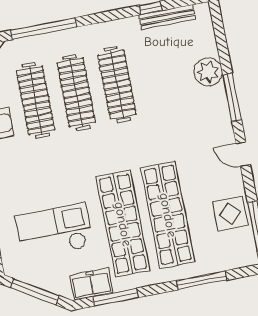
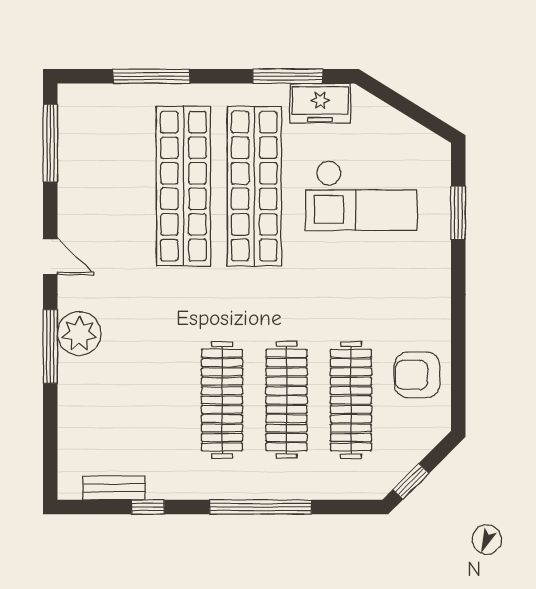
bench: (167, 17) -> (114, 488), width x0.73
window: (44, 29) -> (261, 507), moved
plant: (208, 72) -> (79, 334), moved
display table: (230, 214) -> (88, 170), removed
window: (35, 292) -> (408, 108), removed

